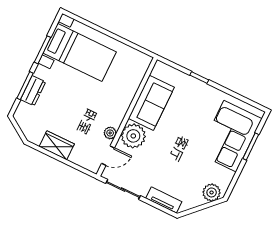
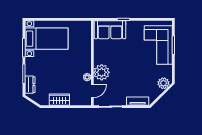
dresser: (33, 91) -> (30, 85), moved
sofa: (151, 103) -> (110, 30), moved, turned 90

